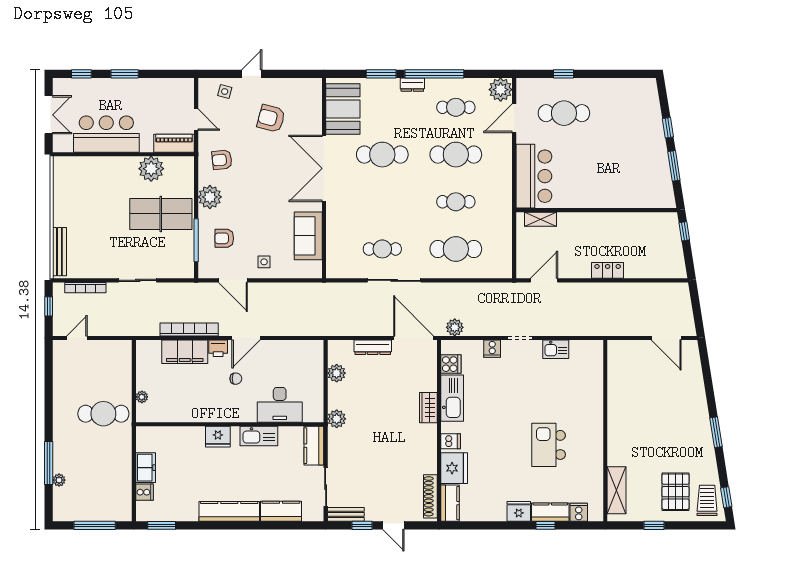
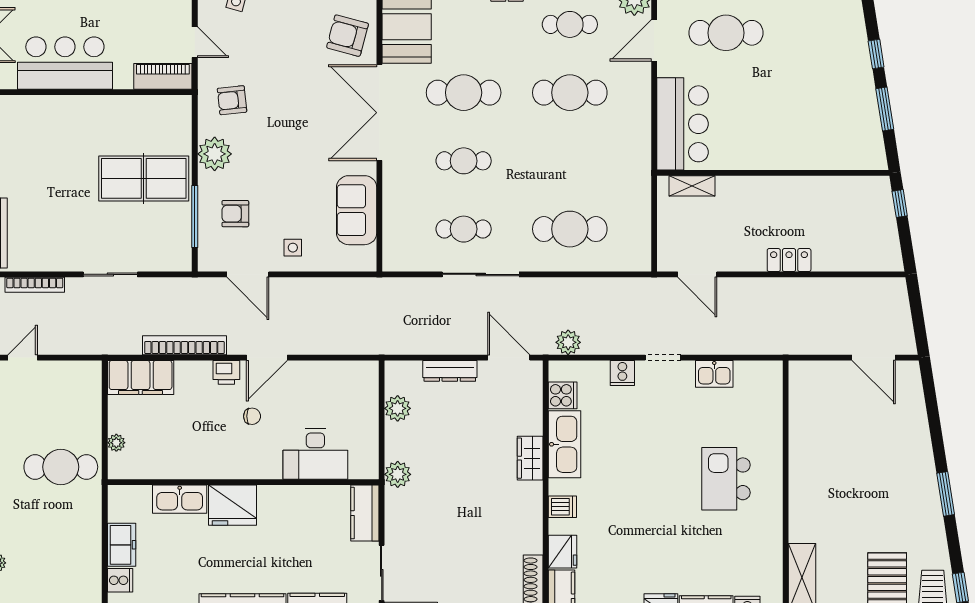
armchair: (271, 118) -> (348, 36), moved
plant: (151, 169) -> (130, 113), removed
cafe table: (456, 202) -> (464, 161), moved
door: (544, 280) -> (697, 274), swing flipped
door: (414, 338) -> (509, 358), width x0.73
filing cabinet: (185, 352) -> (141, 377), moved
kitchen sink: (259, 436) -> (180, 499), moved
fridge: (218, 437) -> (233, 505), width x1.36, depth x1.34
kitchen island: (549, 445) -> (726, 479), moved
fridge: (454, 468) -> (563, 552), width x0.73, depth x0.75

